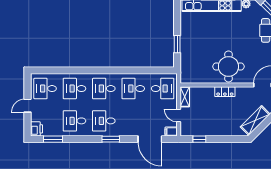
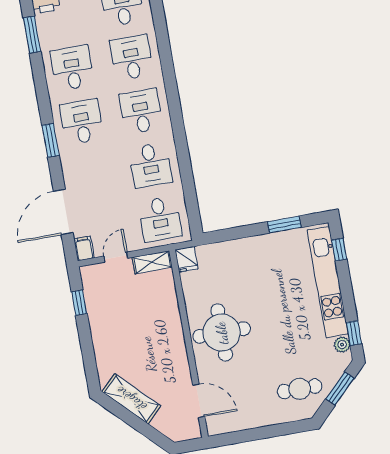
window: (177, 44) -> (284, 225), moved
fridge: (186, 78) -> (187, 259), added
desk: (133, 89) -> (150, 165), turned 180
locker: (225, 92) -> (174, 334), removed

